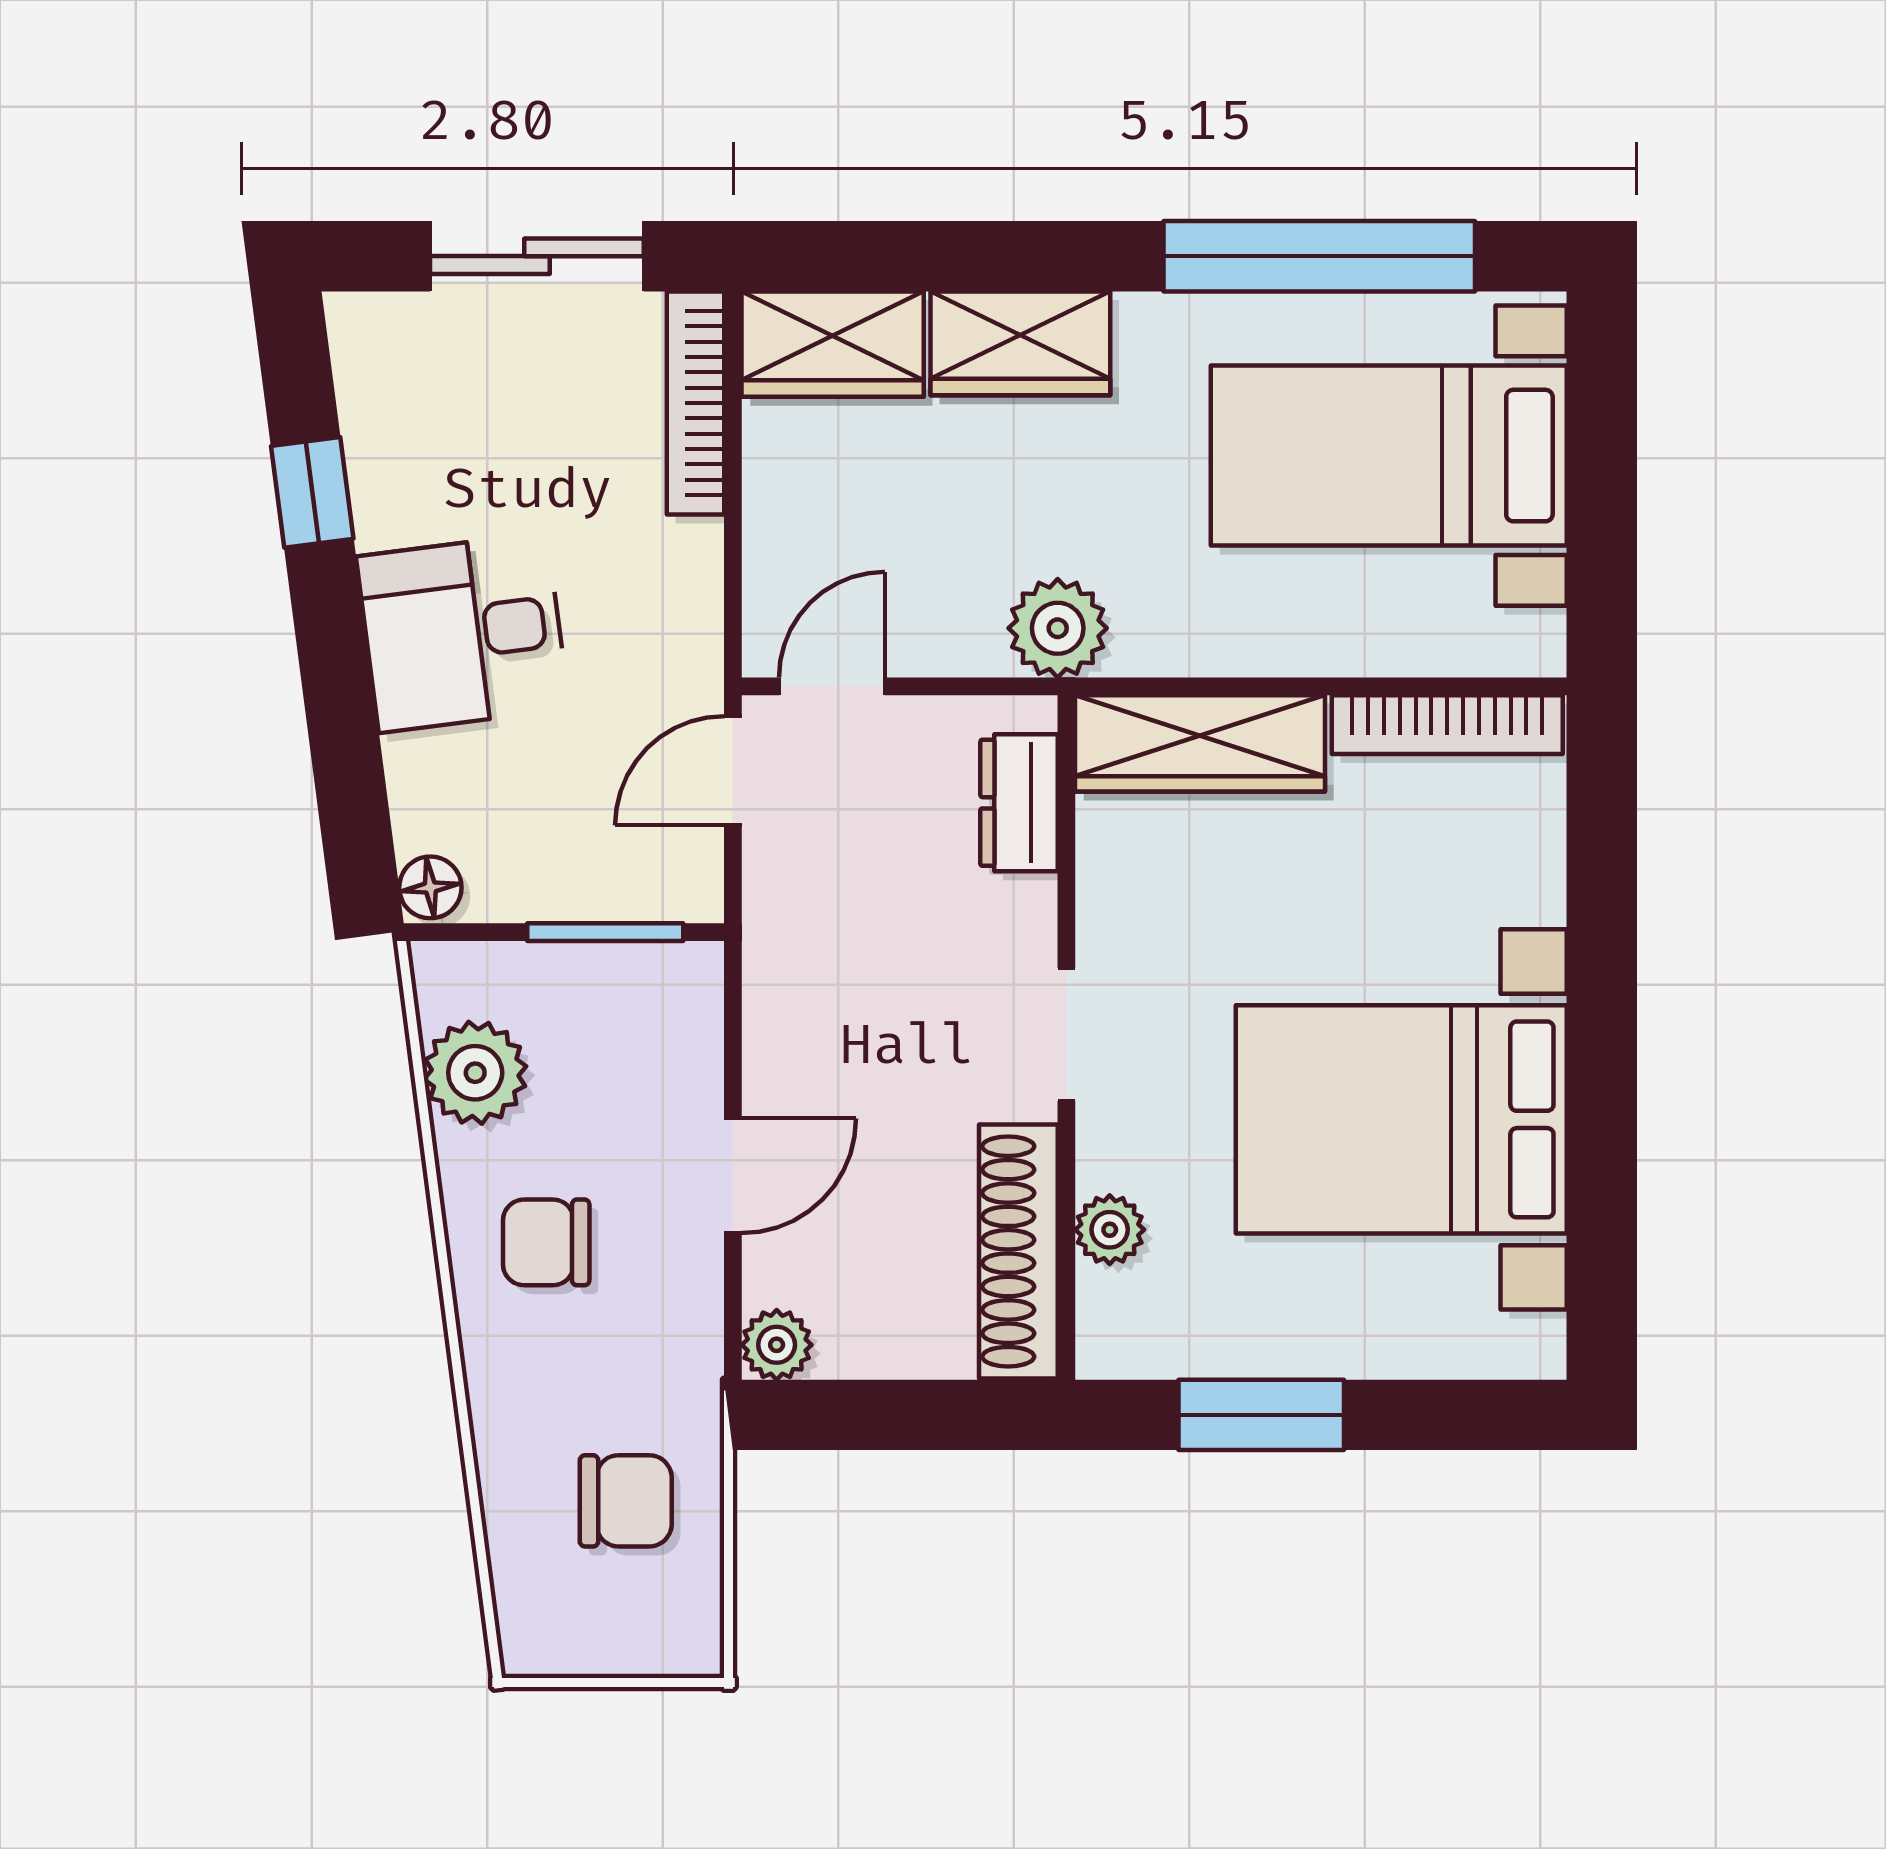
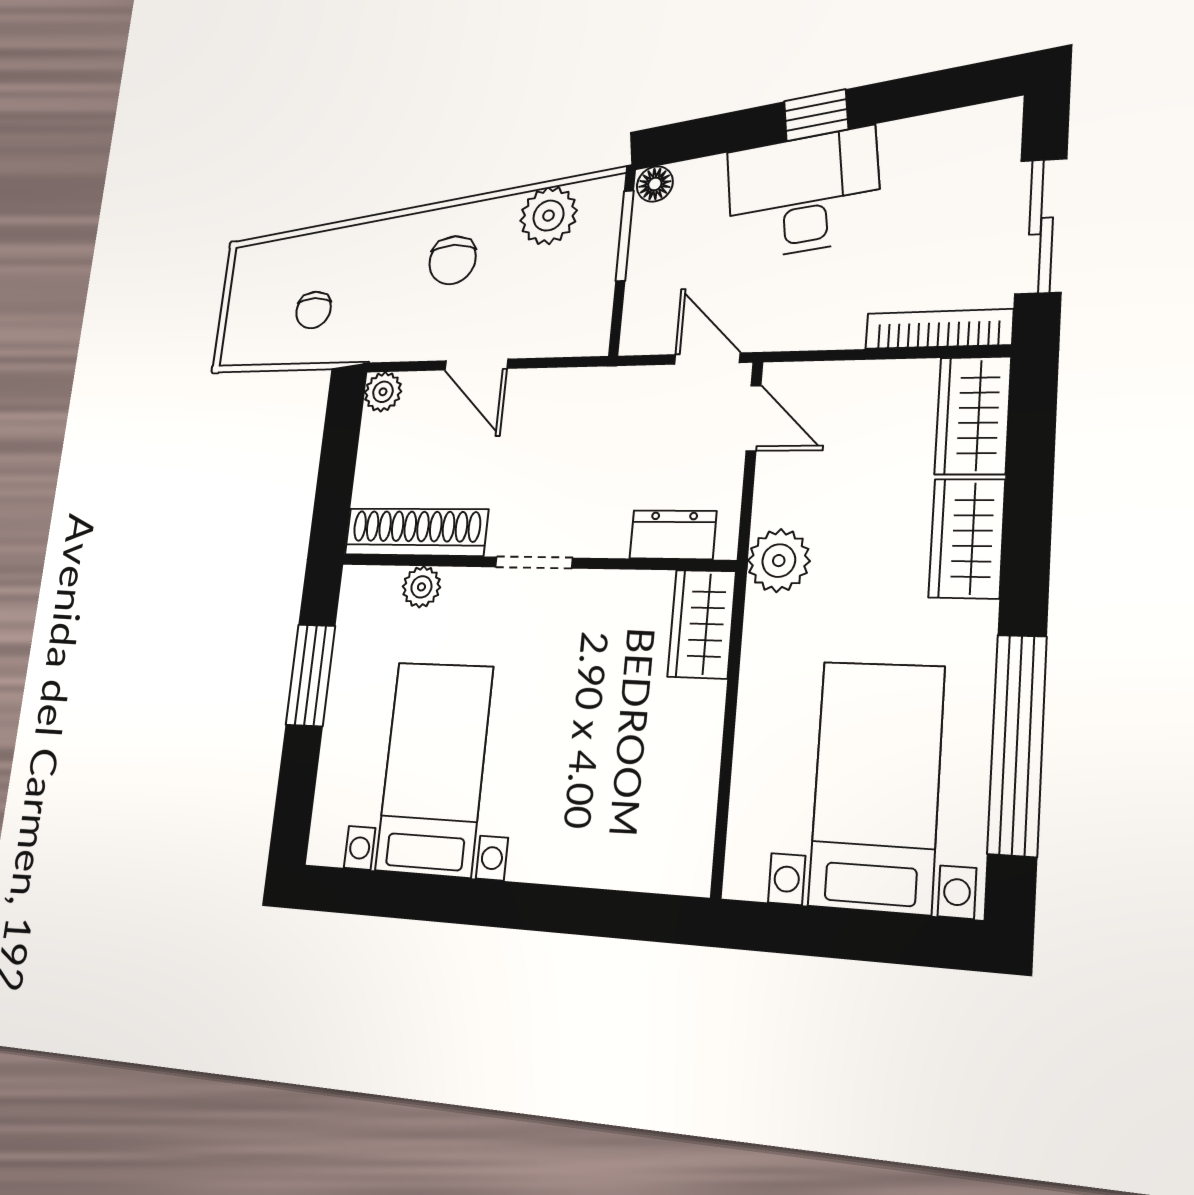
window: (312, 492) -> (816, 115), moved
desk: (463, 633) -> (804, 194), width x1.37
bookcase: (1447, 725) -> (698, 815), removed
wardrobe: (1200, 743) -> (702, 624), width x0.67
window: (605, 932) -> (625, 236), moved
bed with nightstands: (1401, 1119) -> (434, 768), width x0.73
chair: (546, 1242) -> (453, 260), turned 180
chair: (626, 1501) -> (313, 310), width x0.73, depth x0.73

